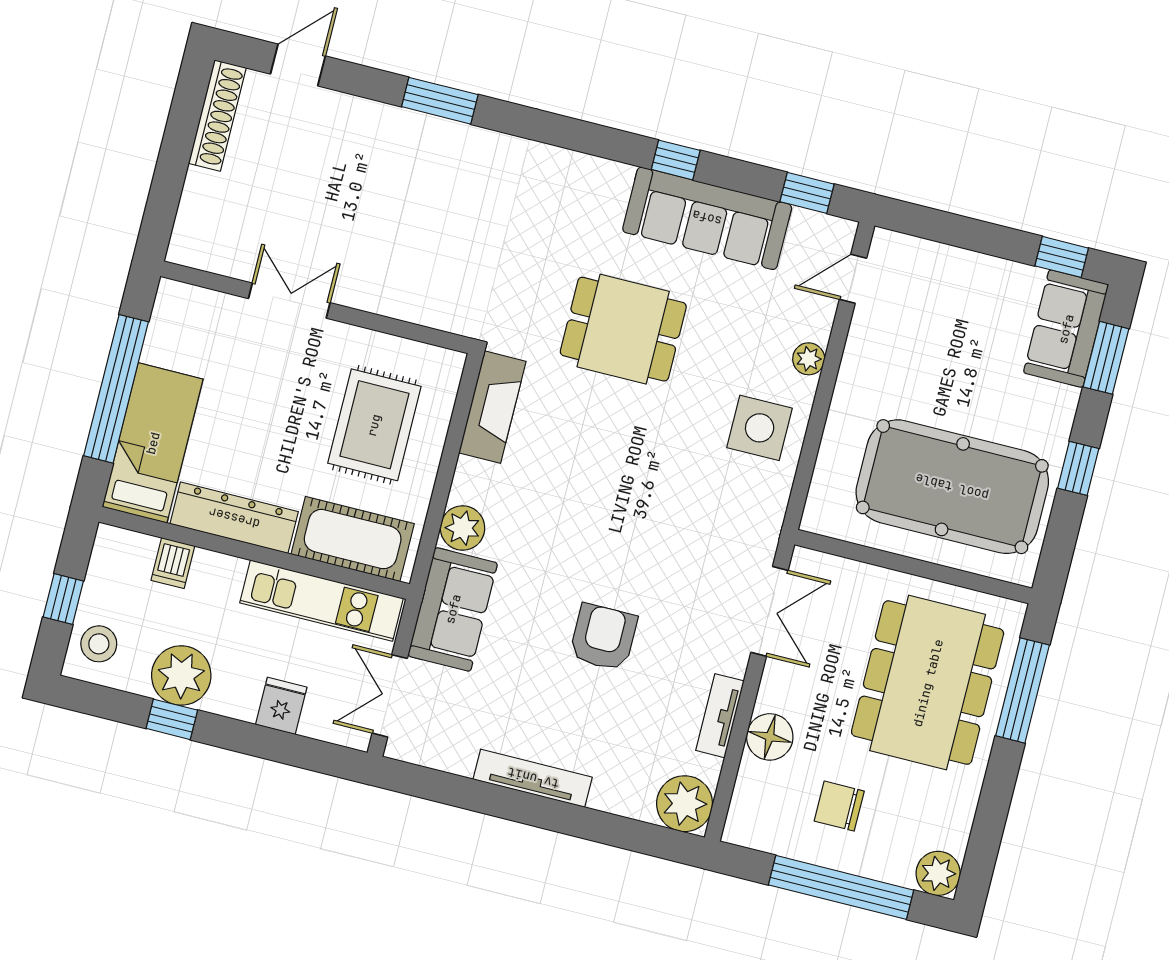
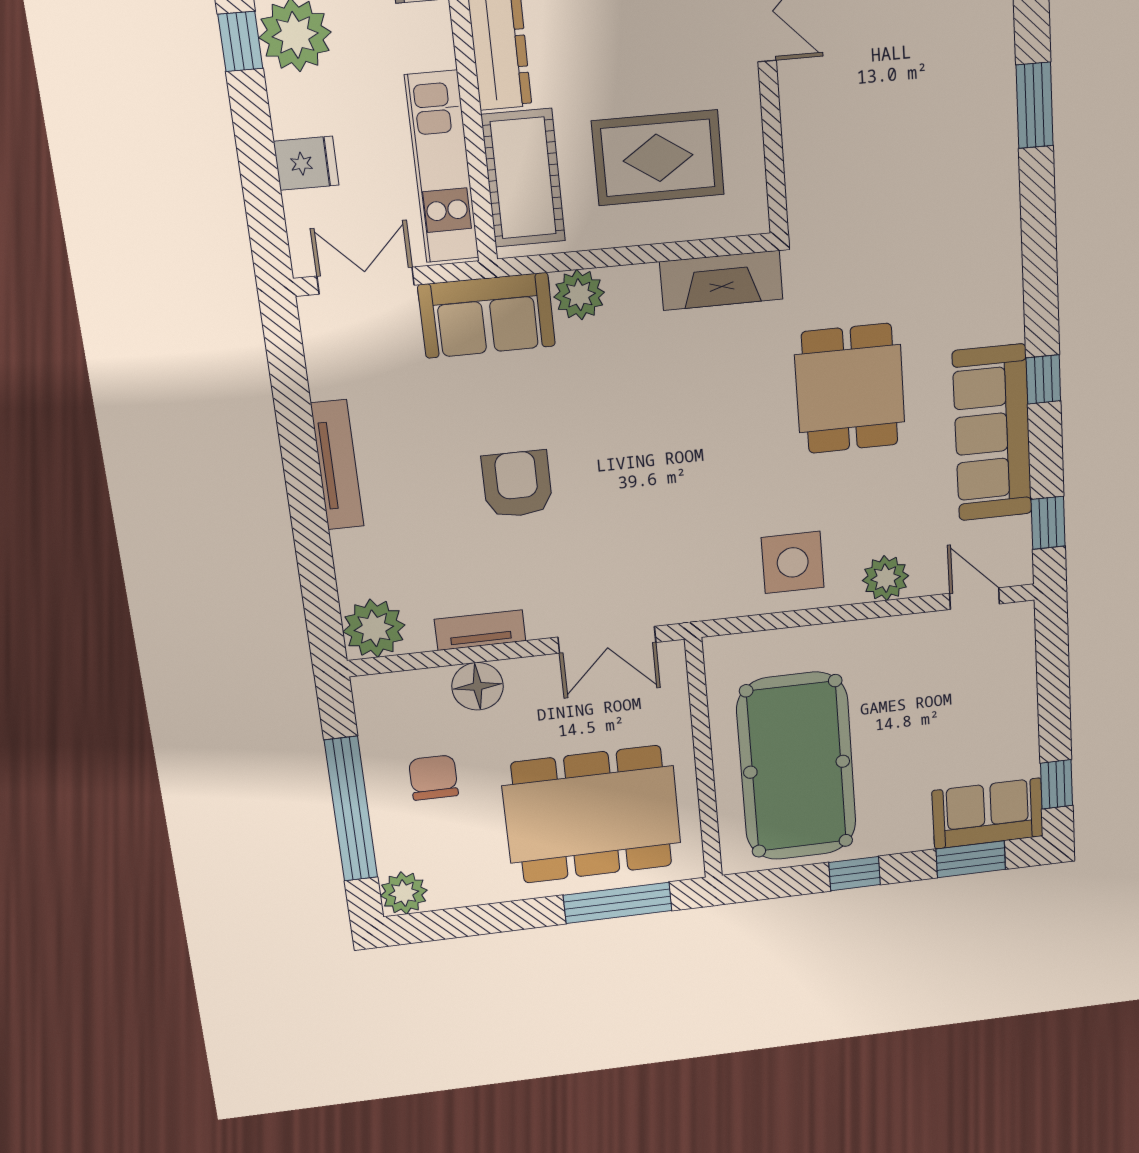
plant: (809, 359) -> (886, 578), width x1.38, depth x1.38
armchair: (603, 637) -> (517, 484), turned -90

